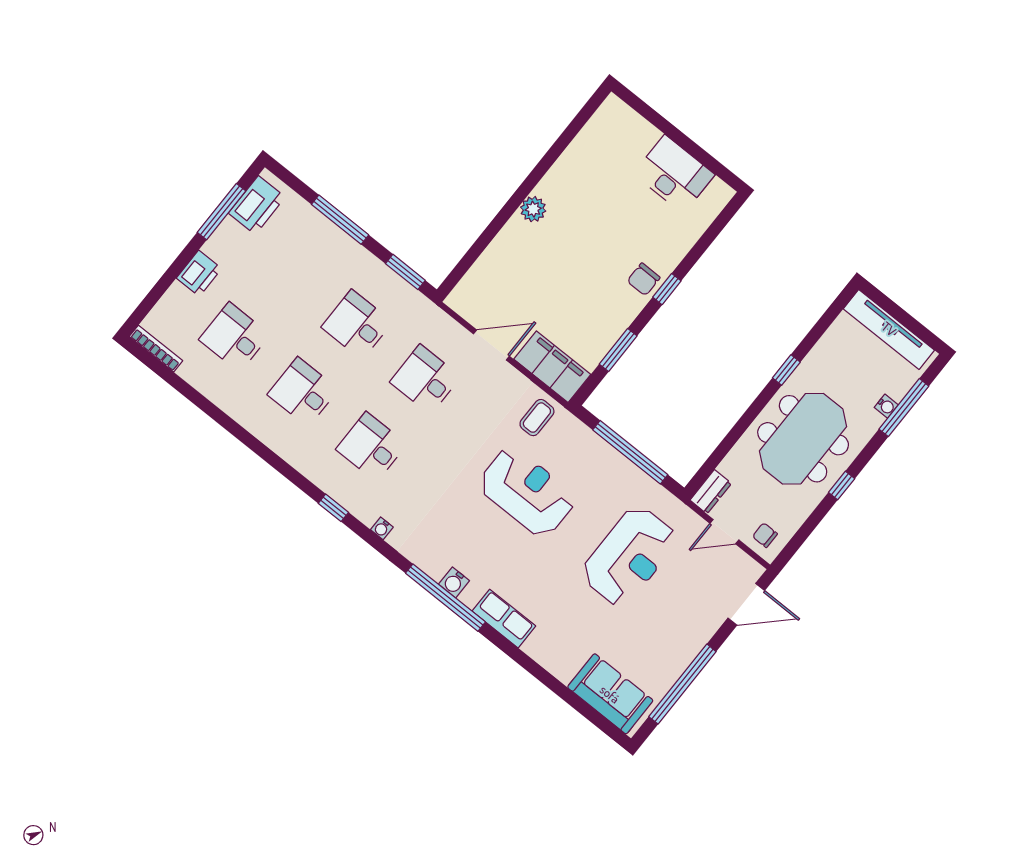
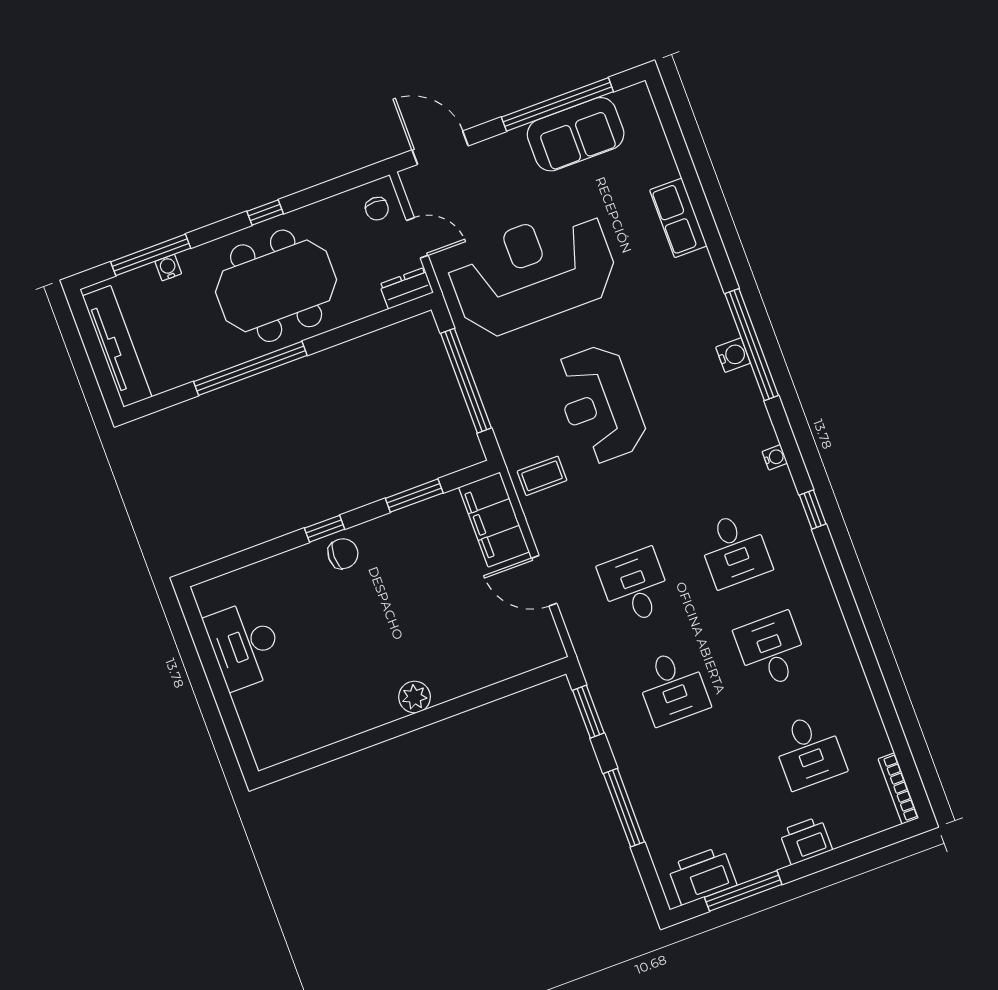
window: (786, 370) -> (250, 368), width x3.17
desk: (425, 379) -> (635, 586), turned 180
desk: (303, 392) -> (772, 650), turned 180
reception desk: (629, 556) -> (533, 272), width x1.36, depth x1.30
row of seats: (504, 619) -> (678, 218), moved
sofa: (610, 694) -> (576, 134), moved, turned -90

